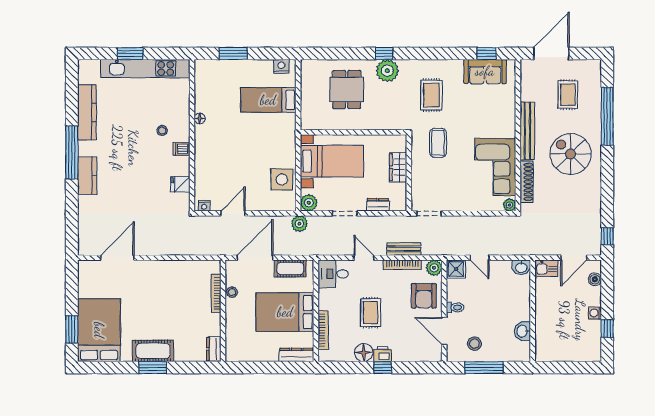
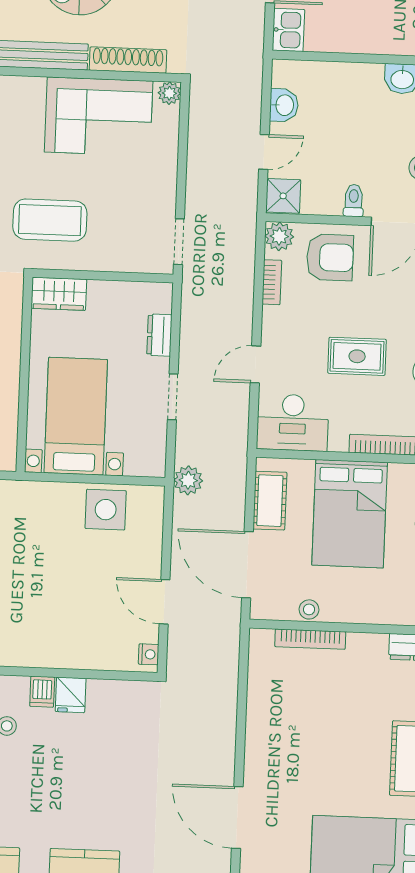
coffee table: (438, 143) -> (50, 220), width x1.36, depth x1.32
wardrobe: (398, 167) -> (59, 294), moved
fridge: (180, 184) -> (71, 695), moved
plant: (309, 203) -> (151, 462), removed
bench: (404, 249) -> (242, 291), removed
bookcase: (402, 265) -> (272, 282), width x0.64
washbasin: (521, 267) -> (284, 105), moved
desk: (333, 274) -> (293, 422), width x1.37

